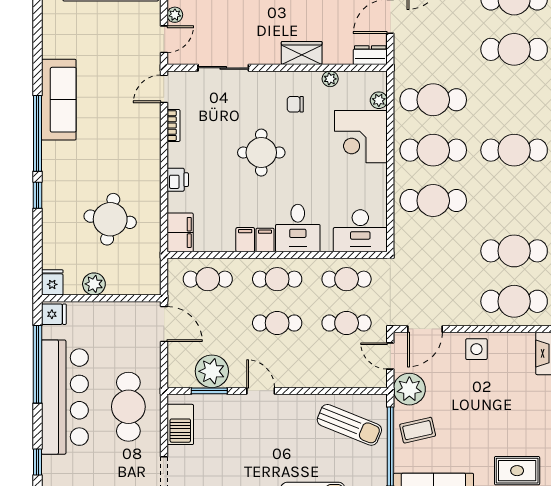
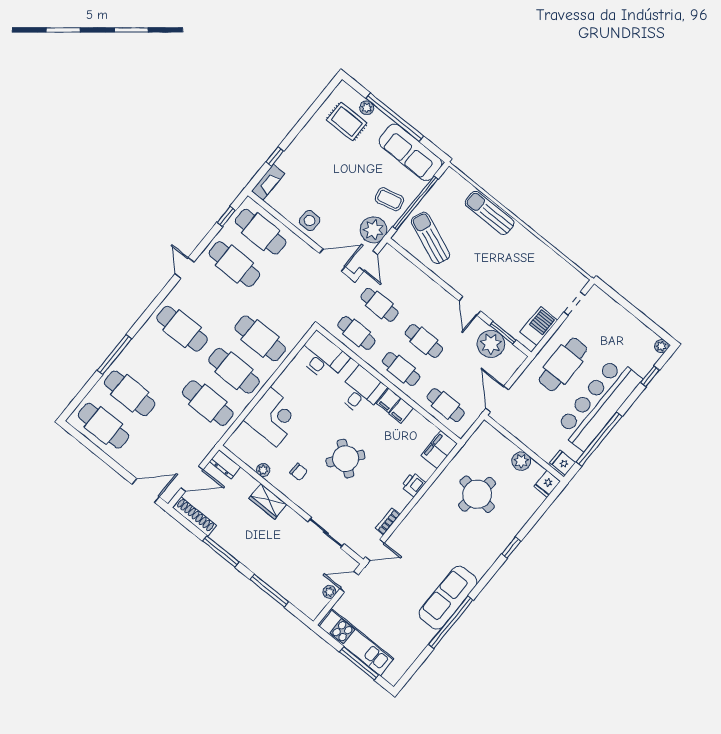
plant: (379, 100) -> (243, 431), removed
window: (37, 133) -> (451, 622), moved
round table: (261, 153) -> (345, 459), turned 38

